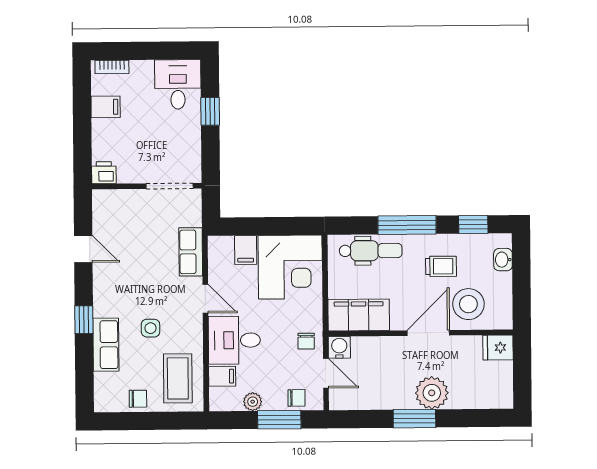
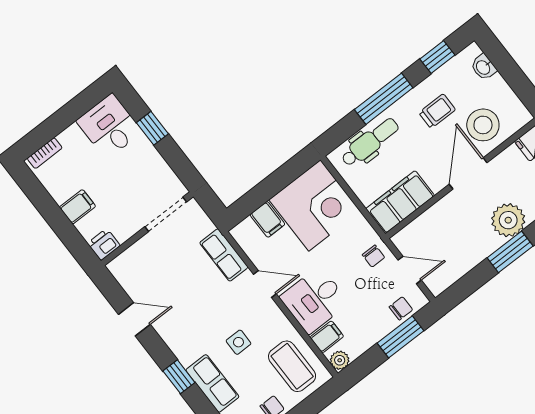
filing cabinet: (106, 107) -> (78, 207), moved
water cooler: (339, 347) -> (404, 241), removed
plant: (253, 402) -> (340, 360), moved

